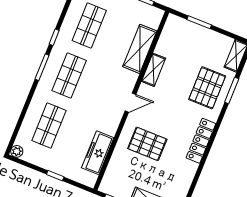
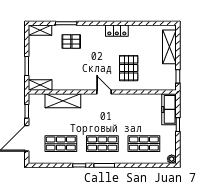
shelving: (153, 70) -> (40, 85), moved
pallet: (207, 88) -> (71, 41), width x0.67, depth x0.71
locker: (201, 141) -> (117, 31), width x0.66
freezer: (98, 153) -> (169, 109), moved, turned 90

